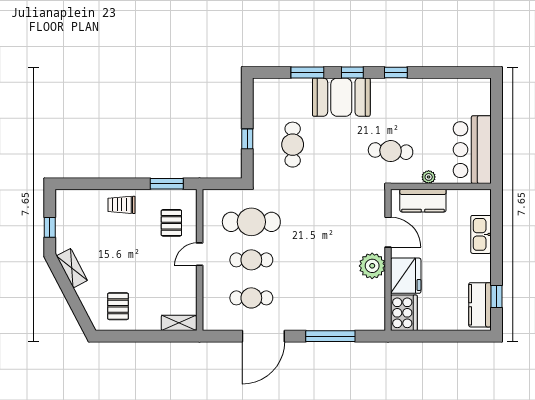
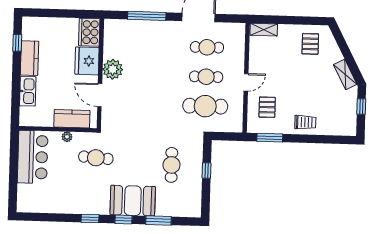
kitchen counter: (480, 305) -> (30, 58), moved

